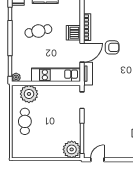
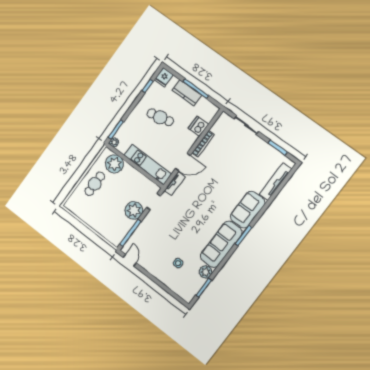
dishwasher: (73, 33) -> (198, 126), moved
armchair: (112, 47) -> (211, 176), removed
plant: (72, 149) -> (134, 210), moved
door: (97, 160) -> (130, 260), hinge flipped

